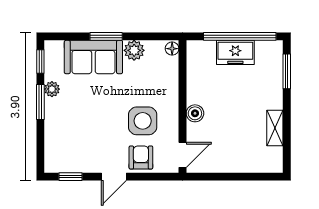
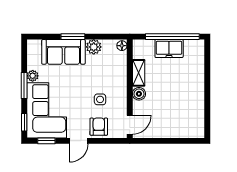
window: (40, 61) -> (24, 122), moved
window: (287, 71) -> (207, 63), removed
side table: (143, 121) -> (100, 99), width x0.54, depth x0.54
shelving: (275, 128) -> (139, 73), moved
corner sofa: (71, 136) -> (47, 110), added

